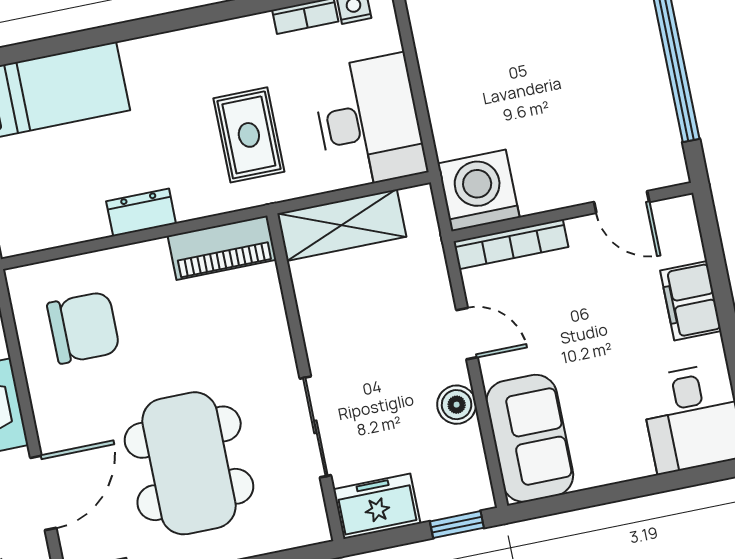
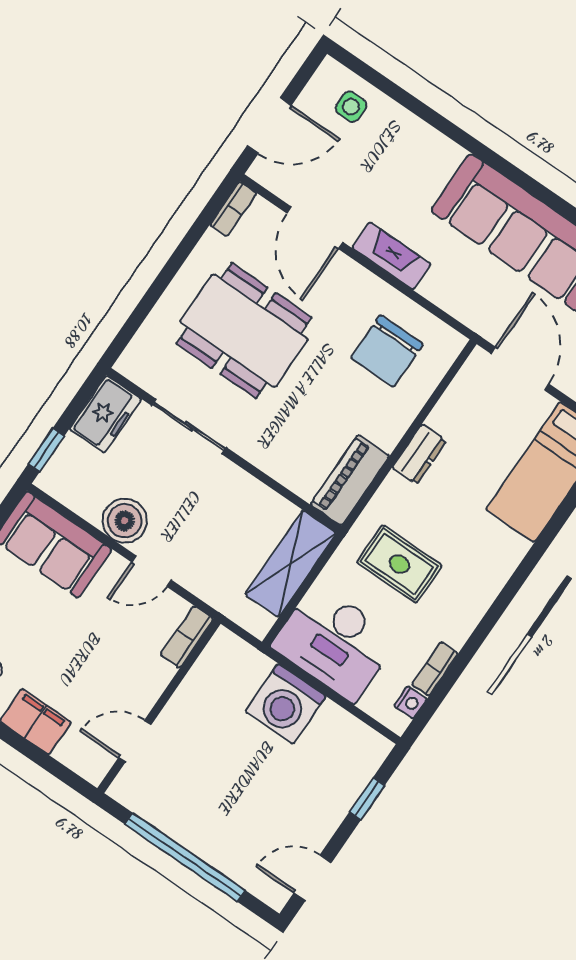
washing machine: (478, 191) -> (286, 704), moved, turned 90
bookcase: (511, 244) -> (187, 637), width x0.64
boiler: (457, 405) -> (125, 521), width x1.36, depth x1.36

